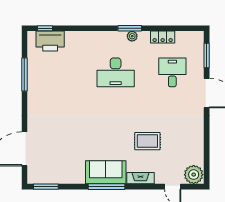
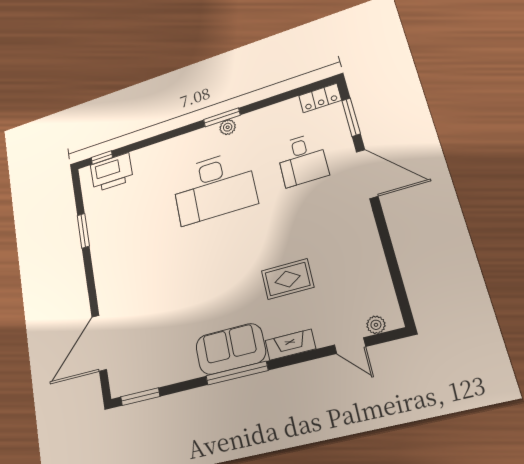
locker: (163, 37) -> (320, 98), moved
desk: (116, 72) -> (214, 187), width x1.36, depth x1.30
desk: (172, 72) -> (302, 160), turned 180
window: (24, 74) -> (83, 231), width x0.69
plant: (194, 175) -> (376, 325), width x0.53, depth x0.53

